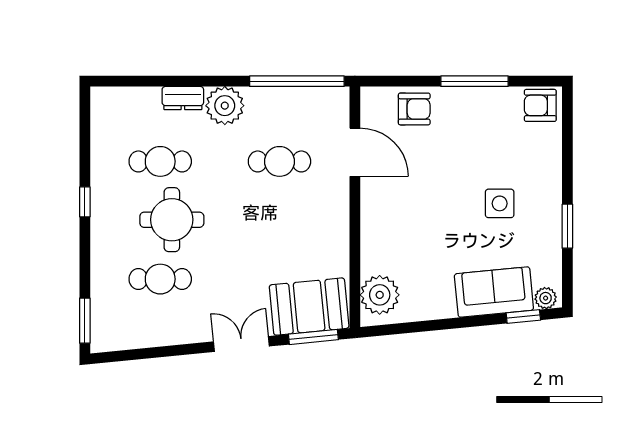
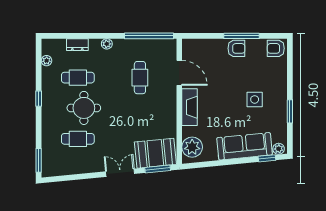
dresser: (183, 98) -> (77, 45), moved
plant: (225, 106) -> (107, 44), width x0.53, depth x0.53
armchair: (414, 109) -> (236, 48), moved
plant: (100, 129) -> (47, 61), added
cafe table: (279, 161) -> (140, 78), turned 90
fireplace: (375, 218) -> (190, 107), added
sofa: (494, 292) -> (245, 146), width x1.36

